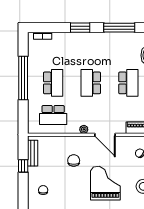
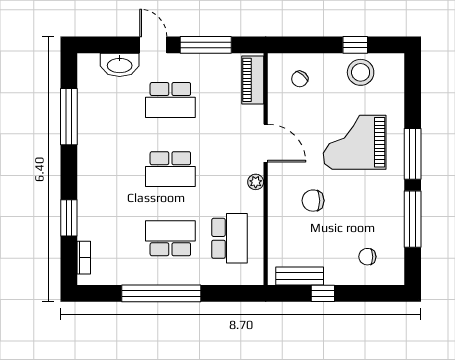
window: (80, 28) -> (69, 218), moved
school desk: (128, 83) -> (170, 100), turned 180
door: (105, 135) -> (266, 143), hinge flipped

